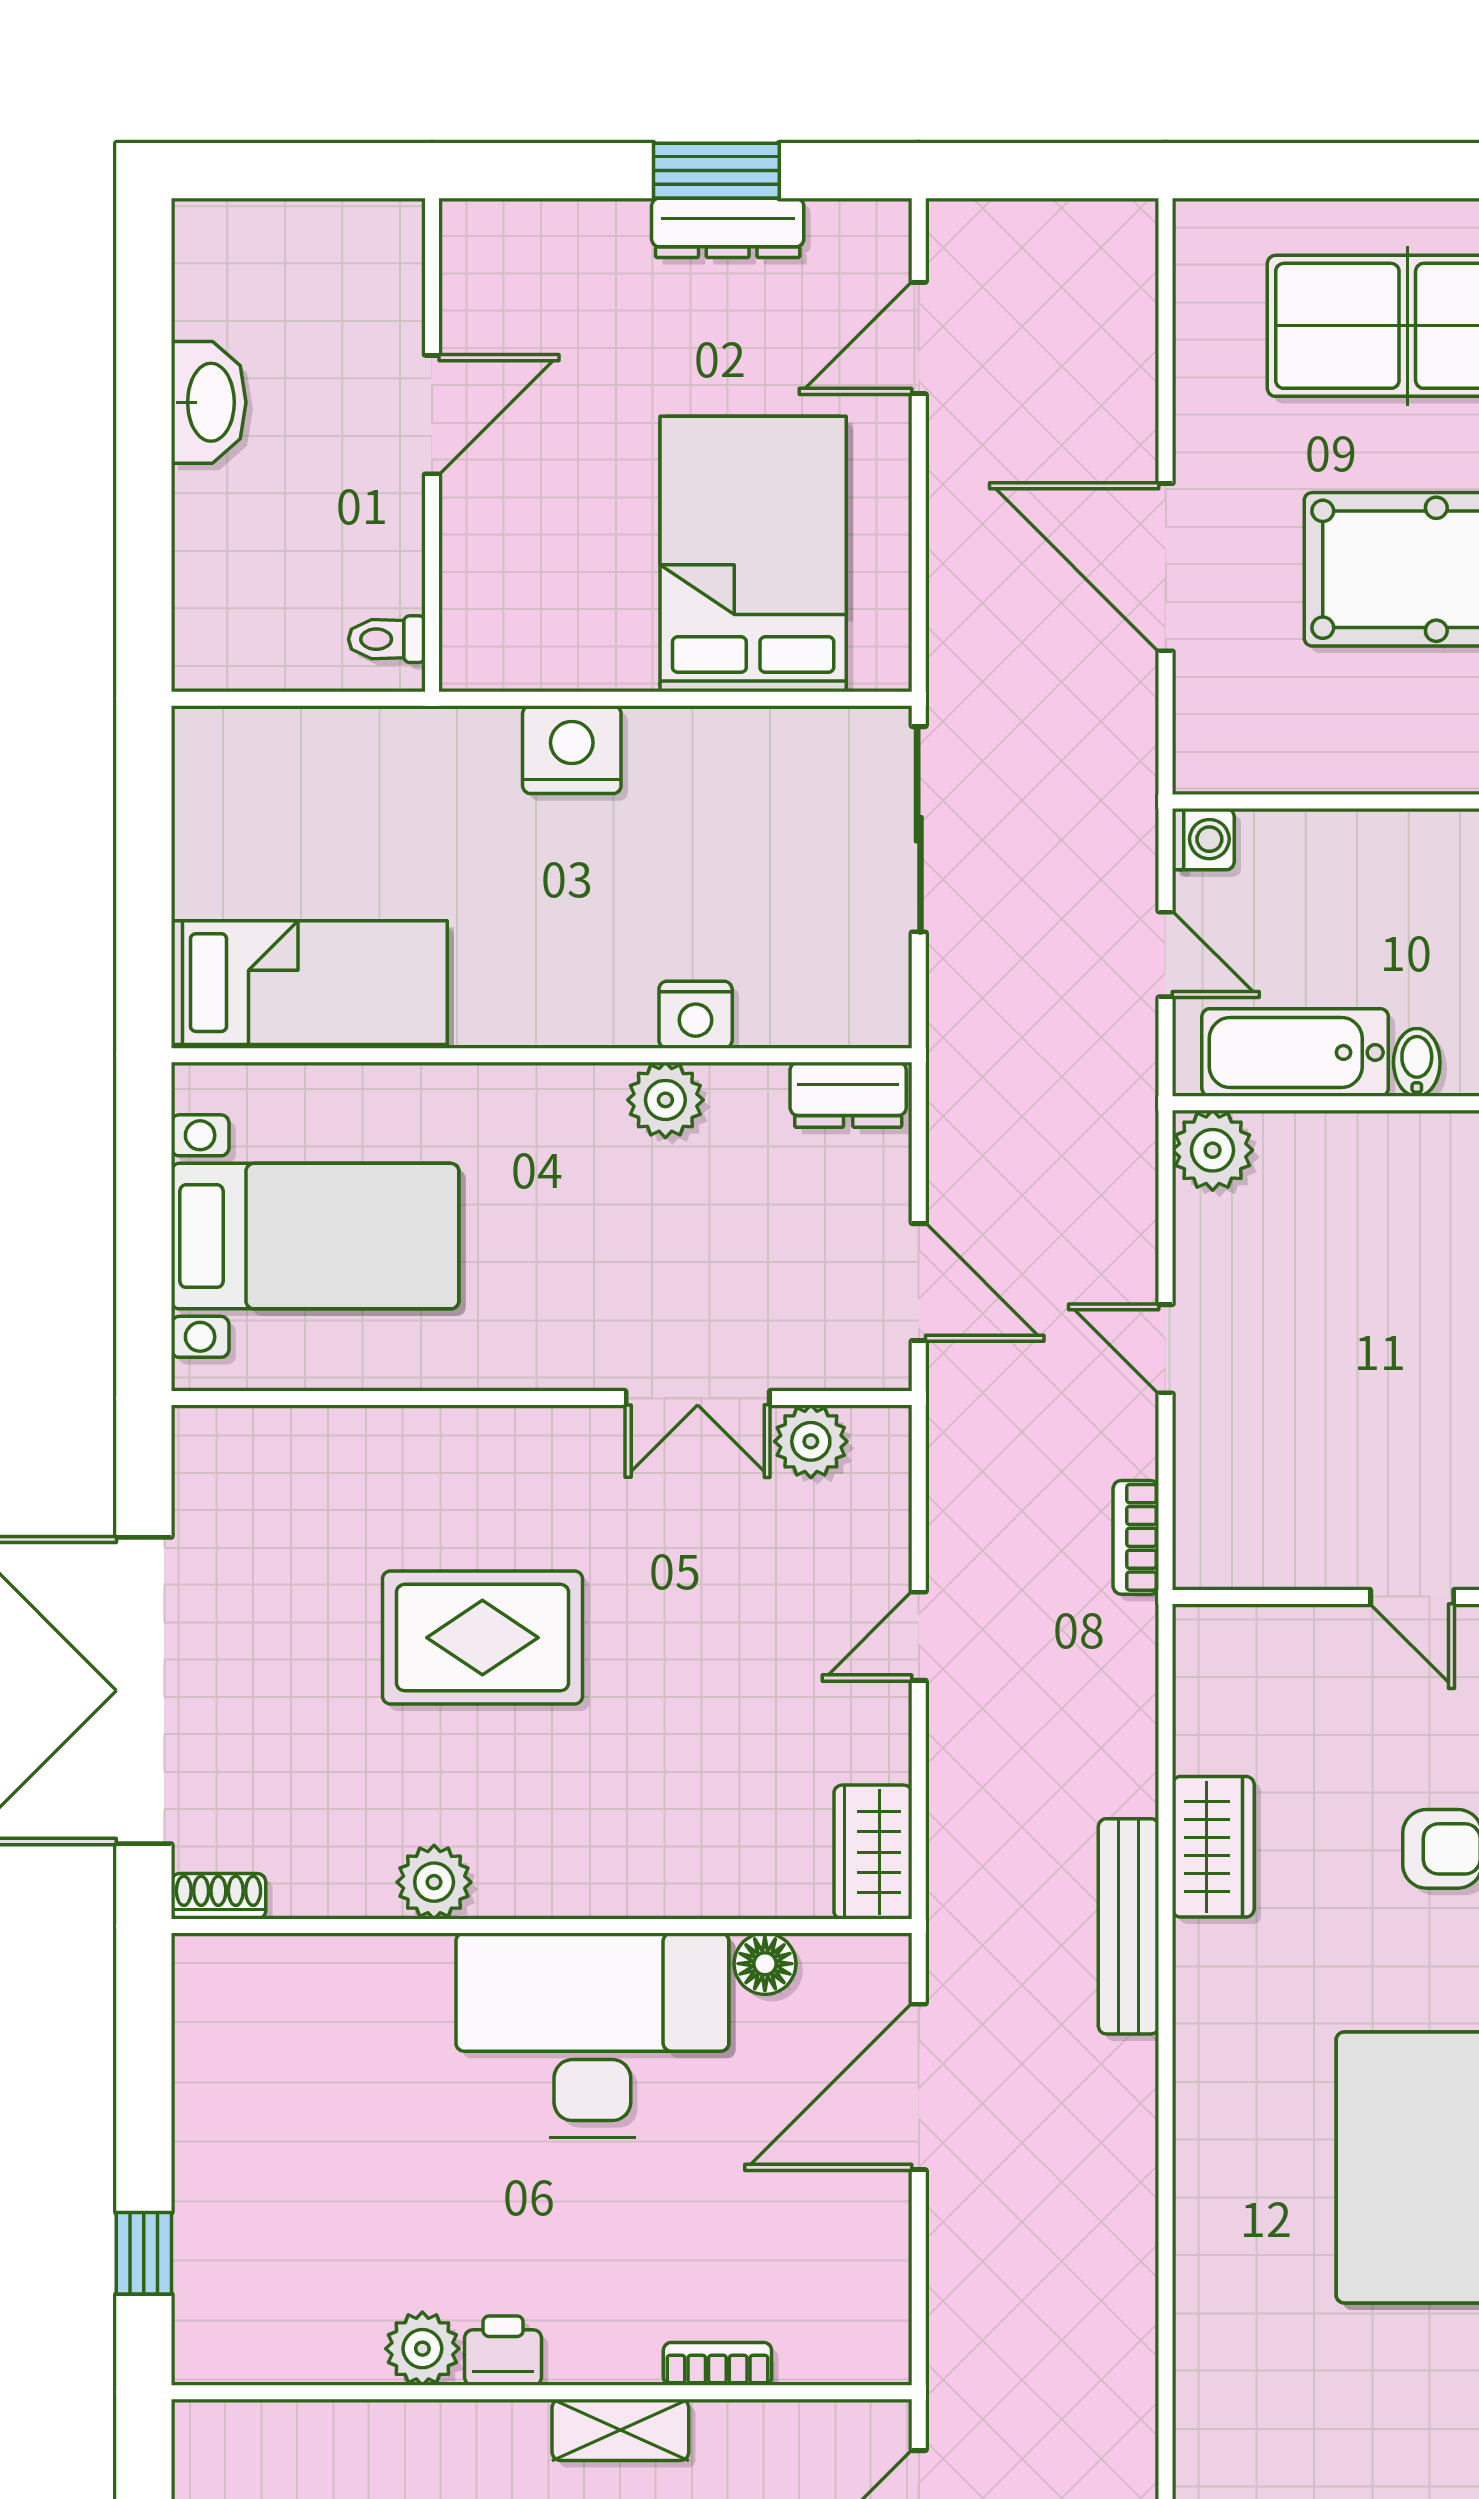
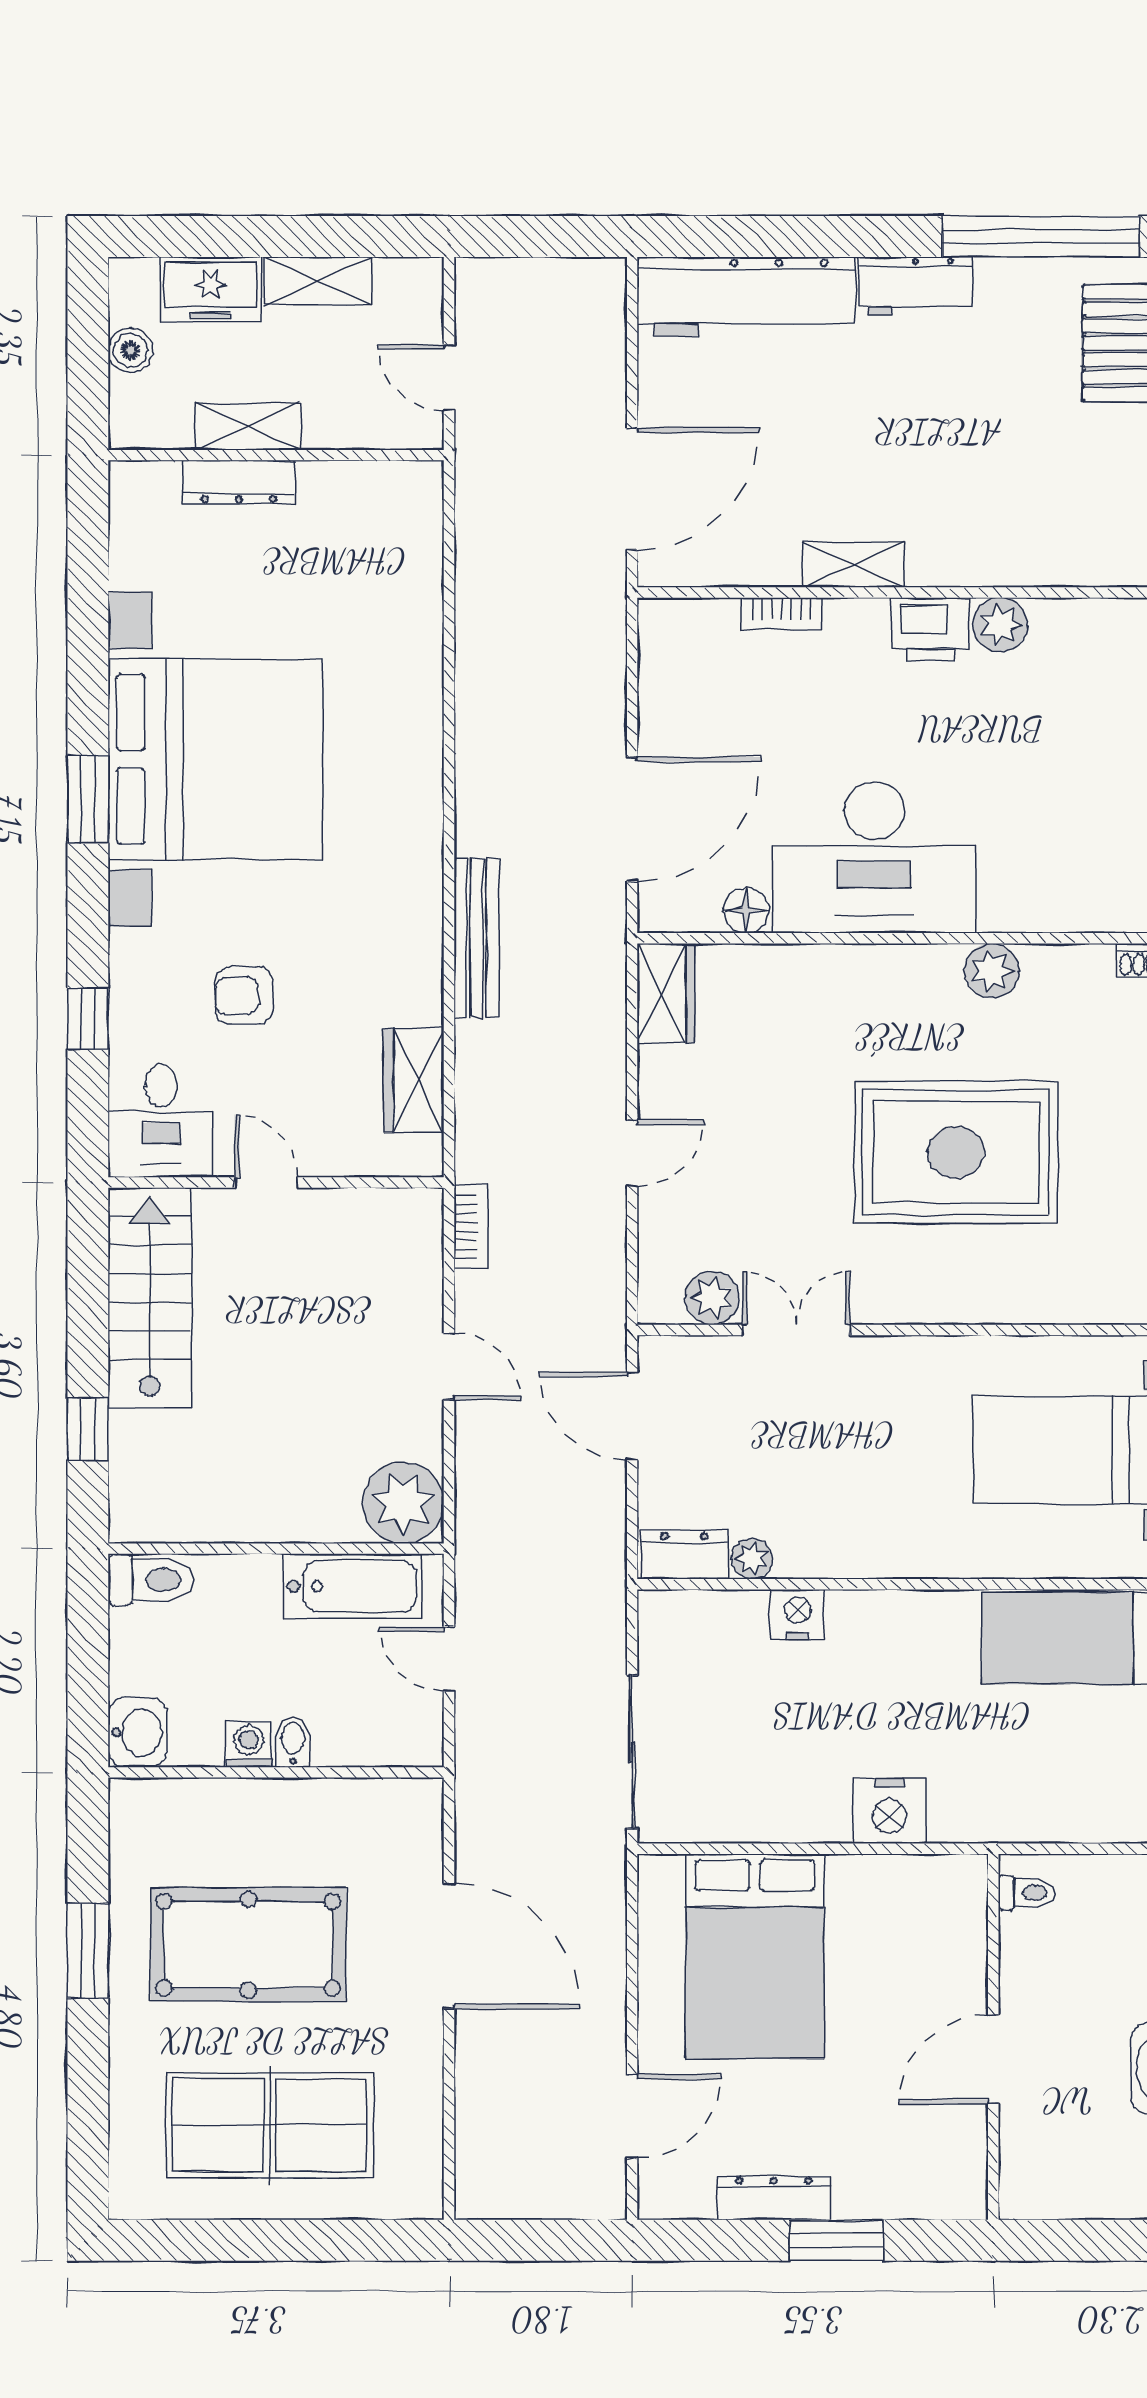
window: (716, 171) -> (836, 2240), moved
washing machine: (1203, 839) -> (249, 1744), moved, turned 90
bidet: (1417, 1062) -> (293, 1742), moved, turned 180
plant: (665, 1100) -> (752, 1559), moved, width x0.73, depth x0.73
plant: (1213, 1150) -> (403, 1503), width x1.36, depth x1.36
rug: (482, 1638) -> (956, 1152), width x1.37, depth x1.44
wardrobe: (1213, 1847) -> (414, 1080), moved
printer: (503, 2351) -> (930, 630), width x1.36, depth x1.24

